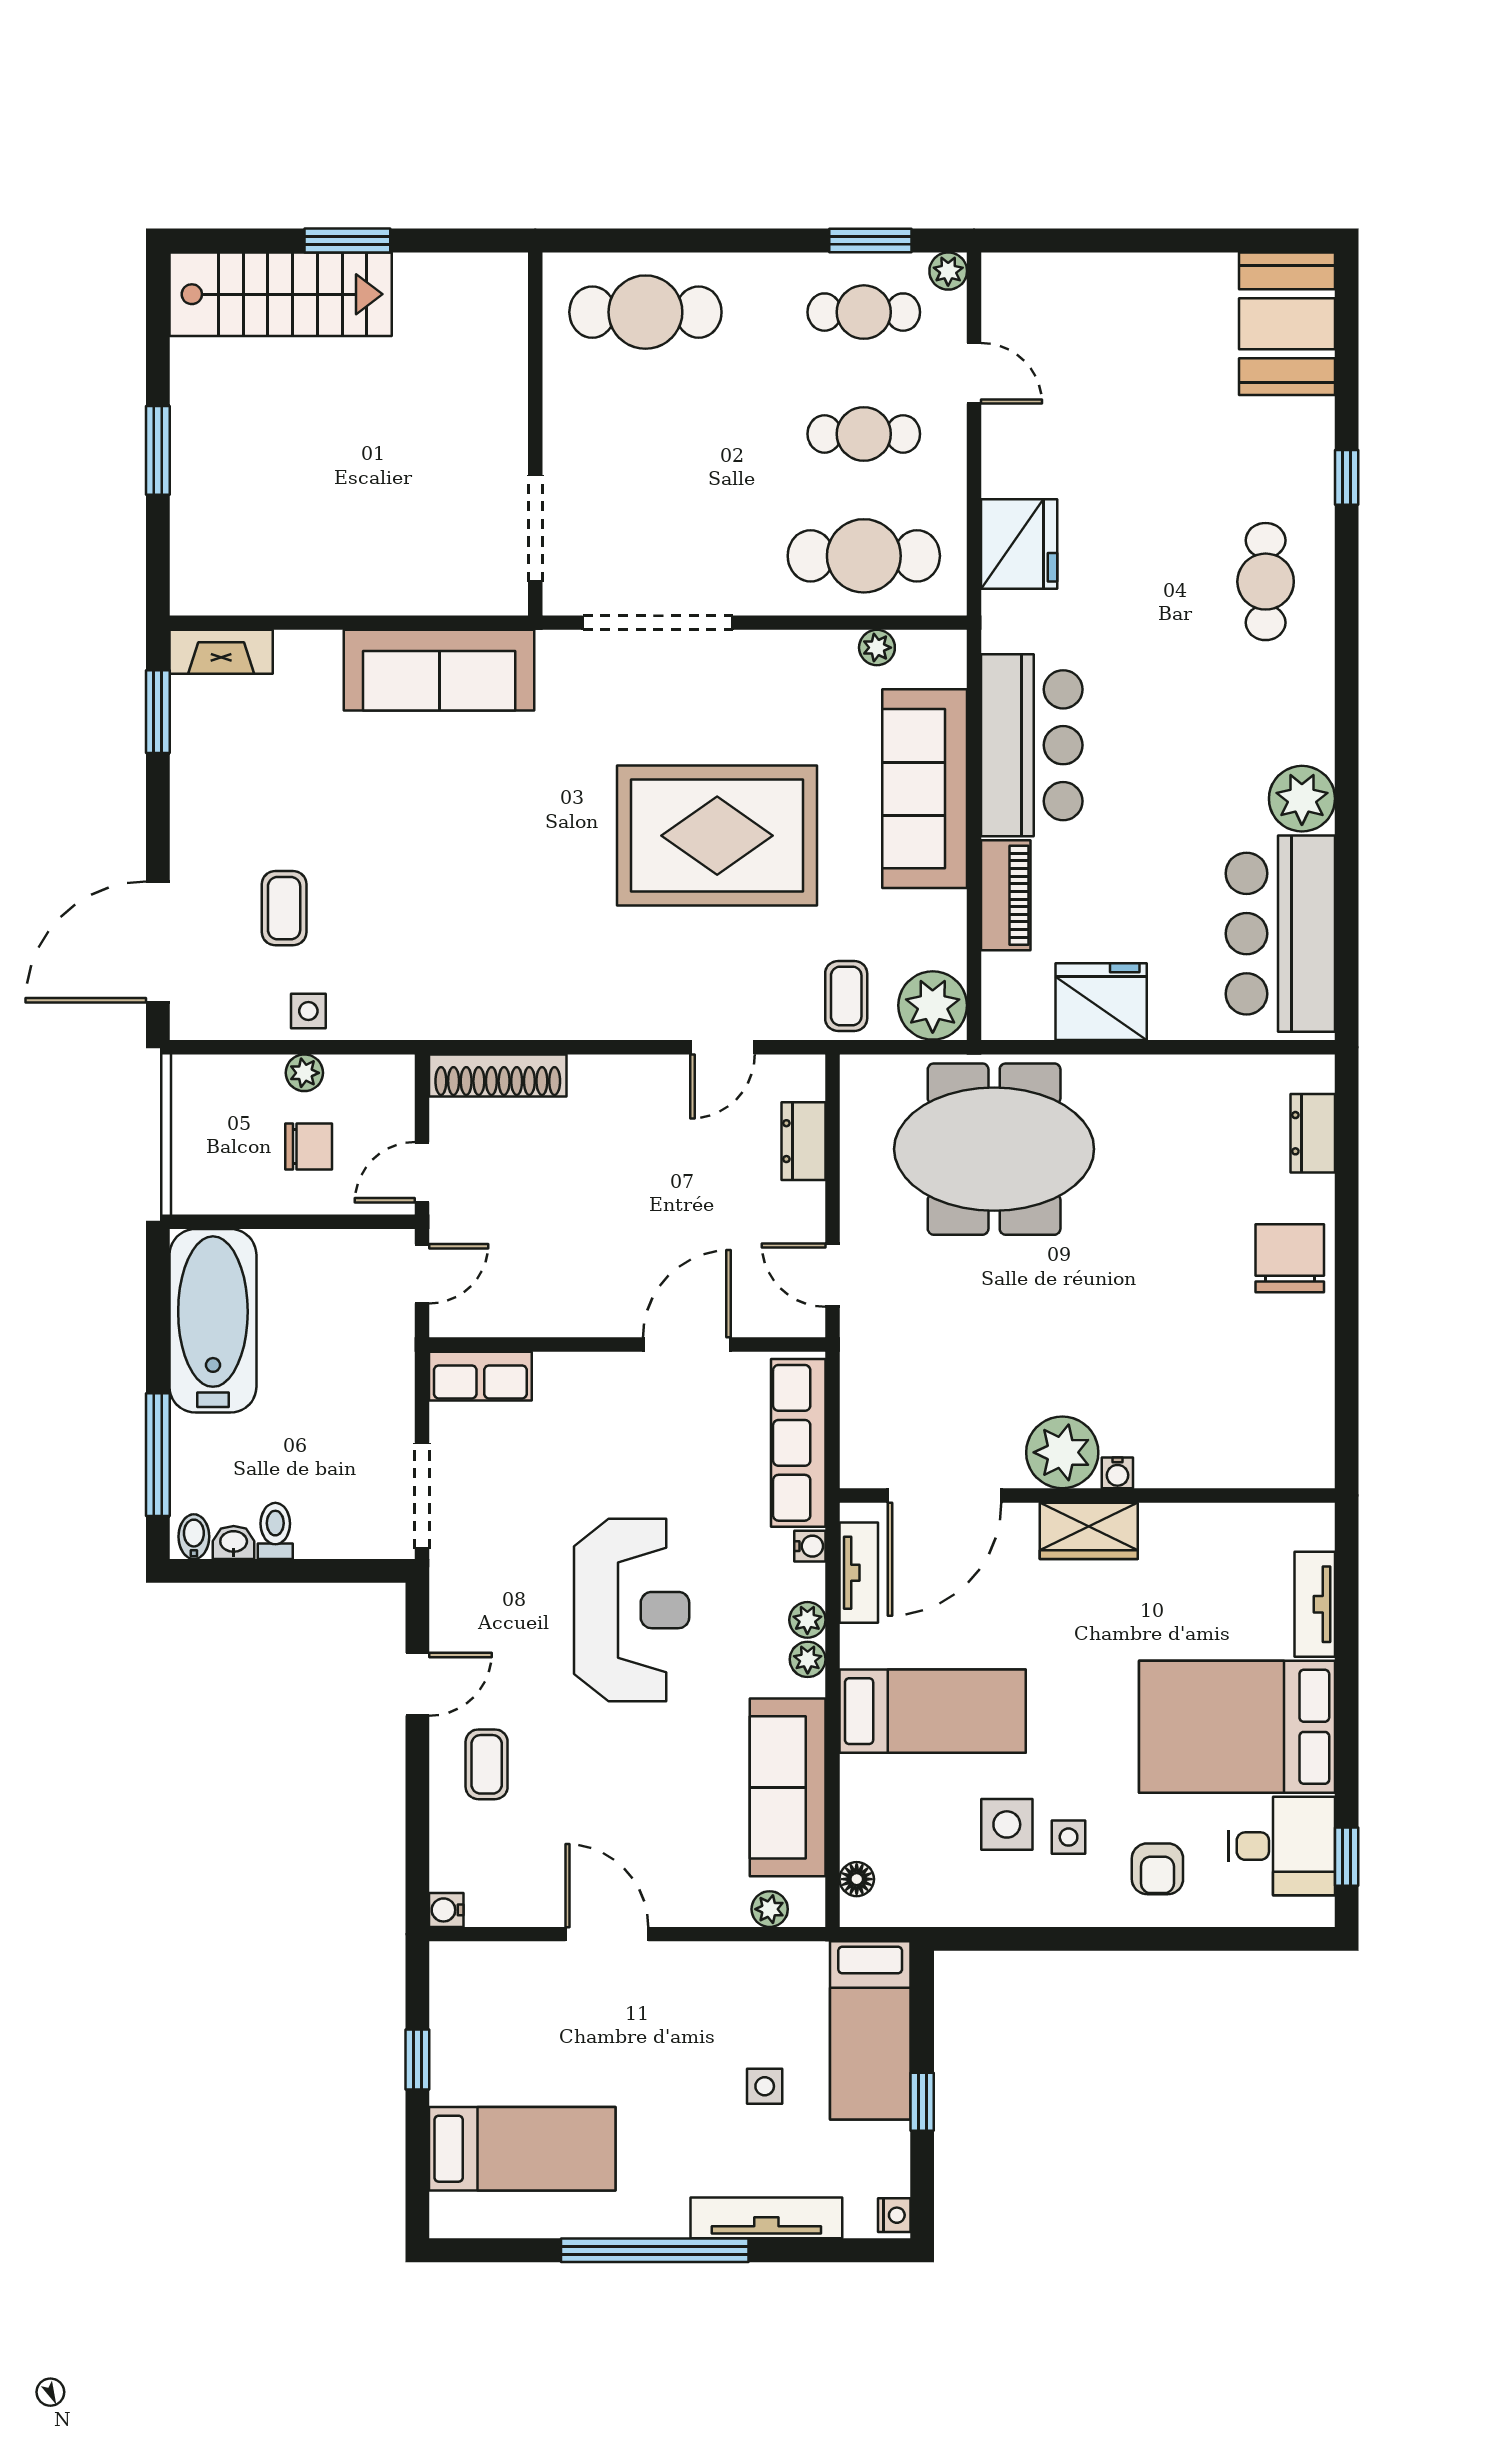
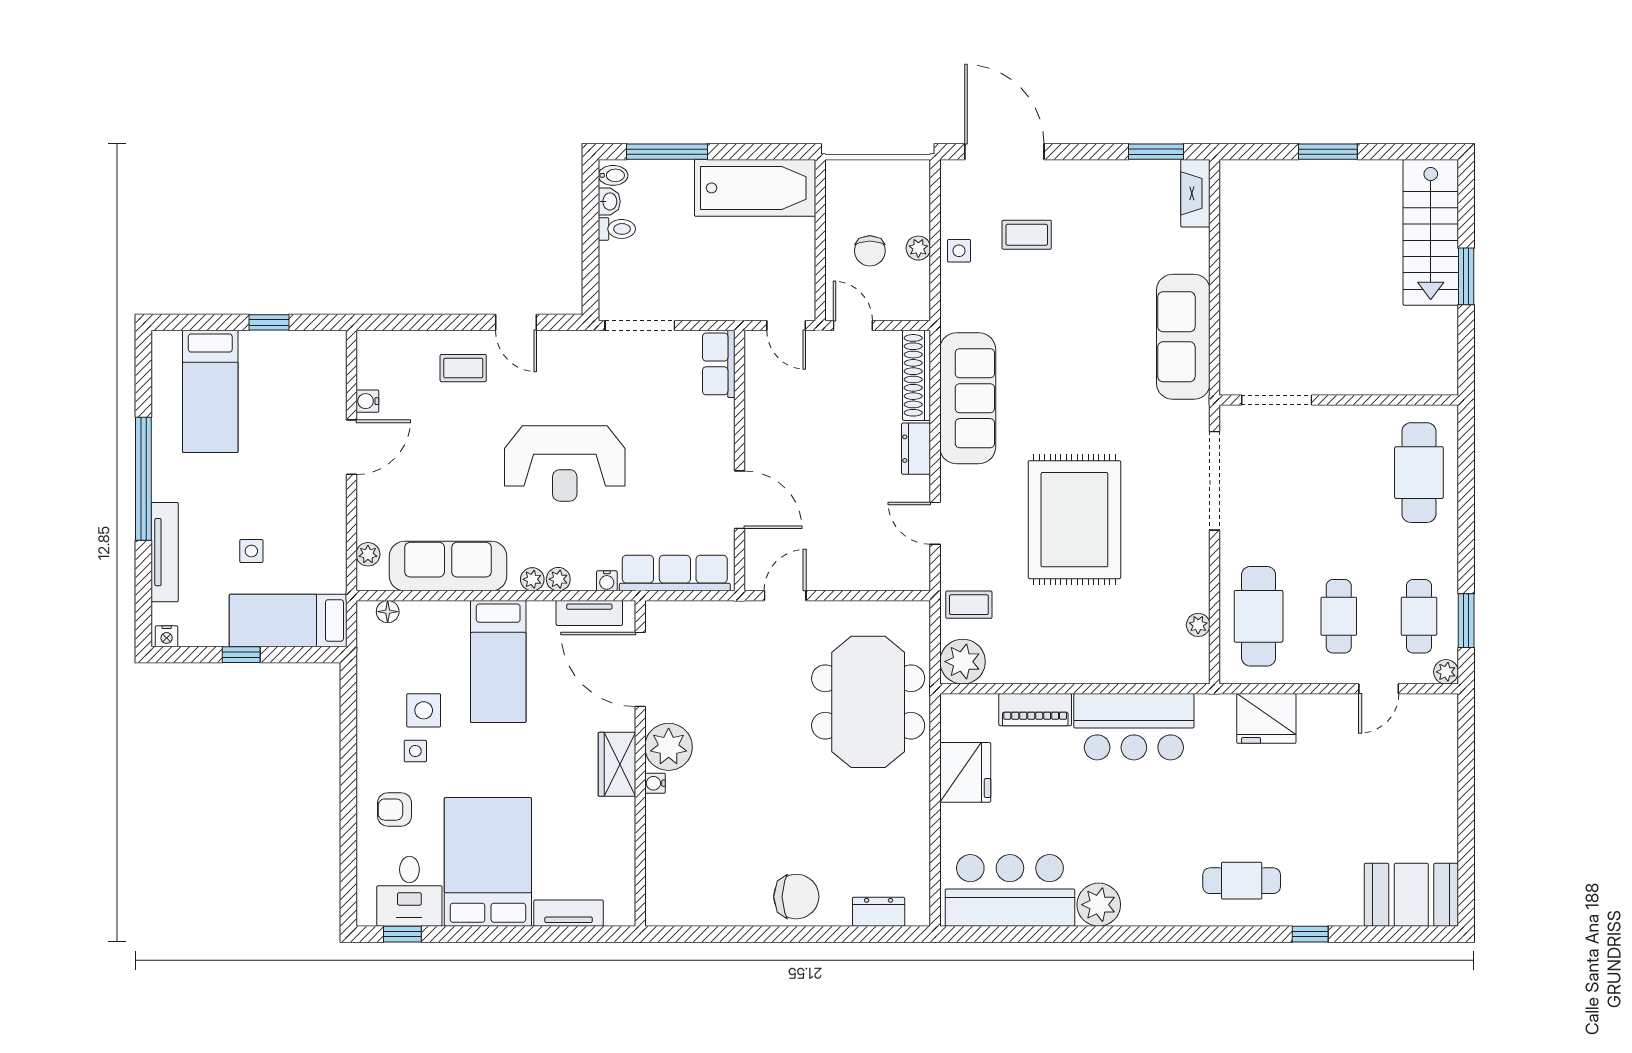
sofa: (925, 789) -> (968, 398), moved, turned 90
dresser: (803, 1141) -> (916, 449), moved, turned -90
water cooler: (446, 1910) -> (367, 401), moved, turned -90

